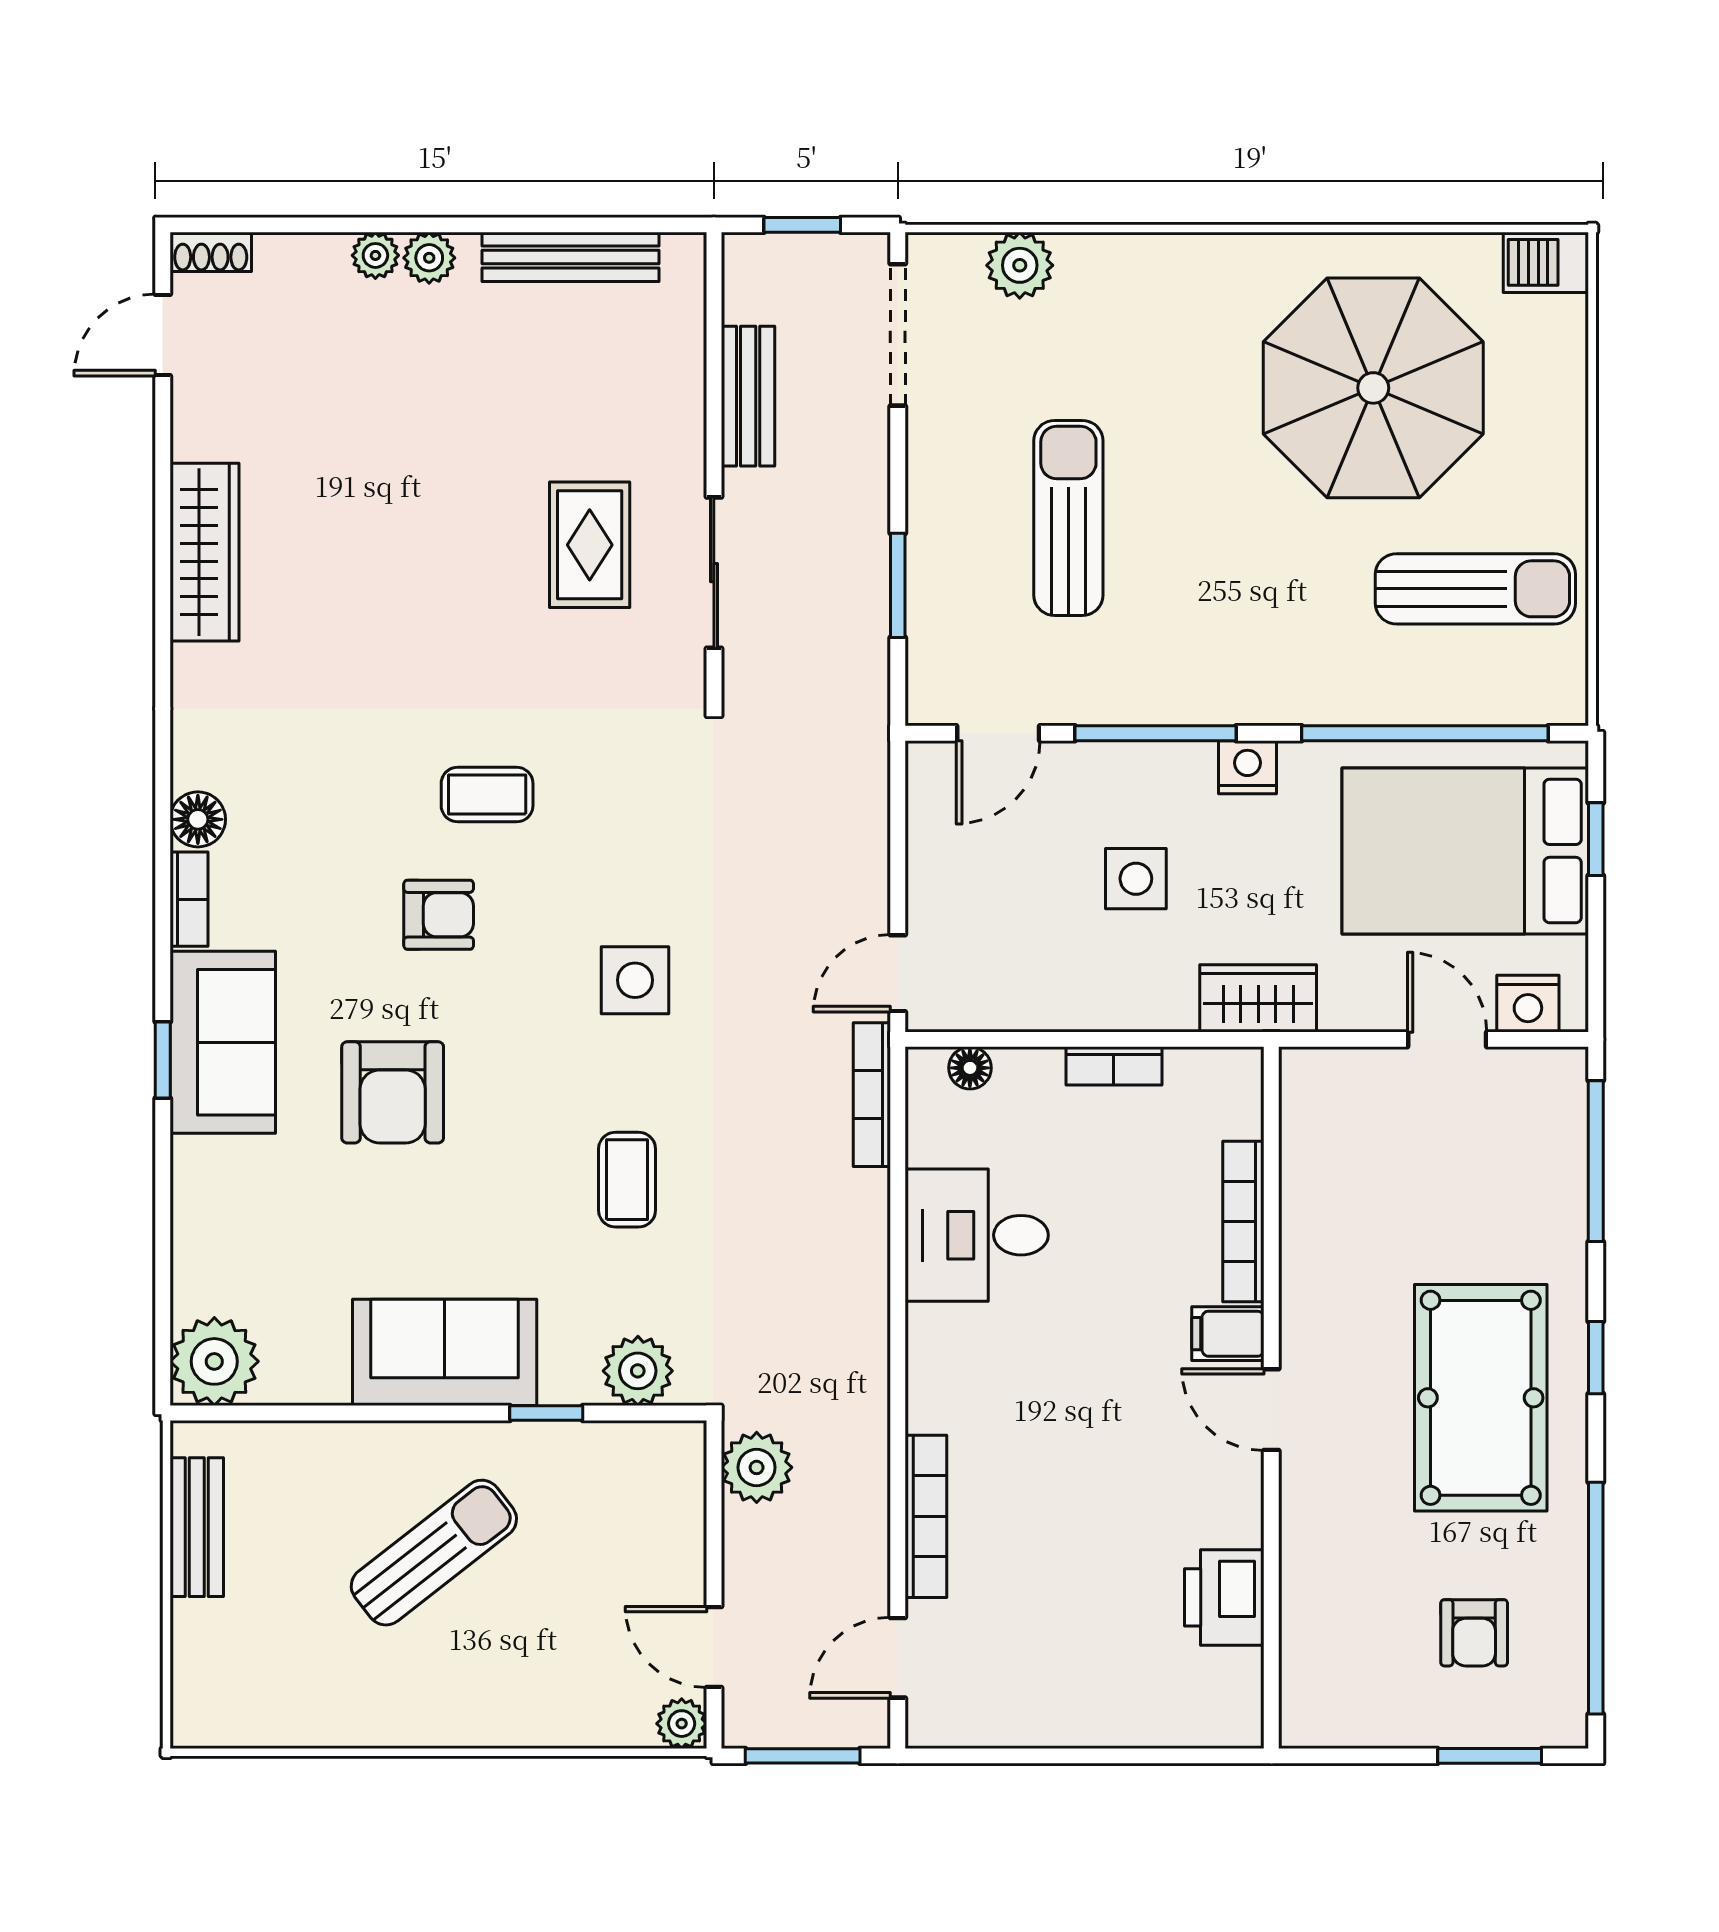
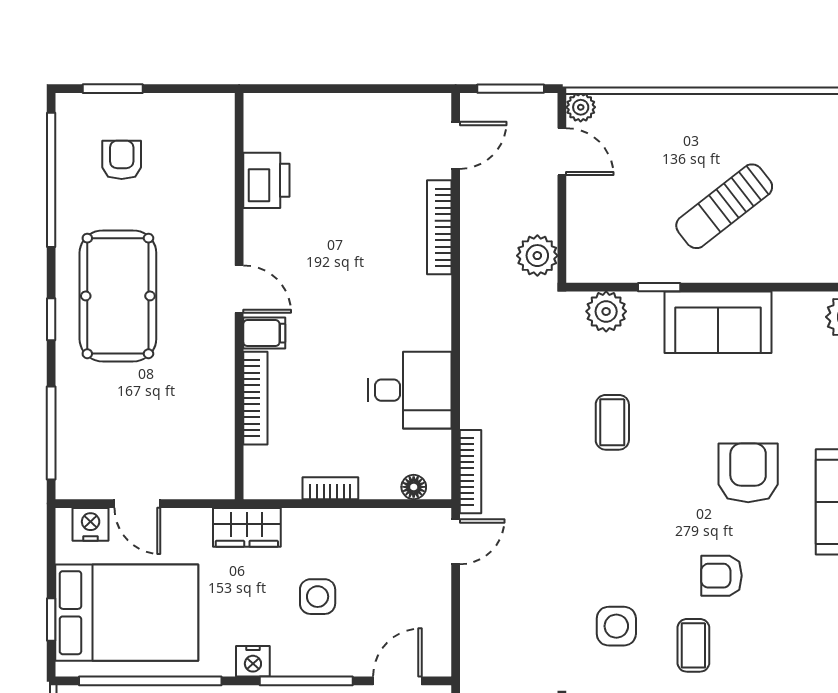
coffee table: (487, 795) -> (693, 645), turned 90
side table: (635, 980) -> (616, 626), moved

